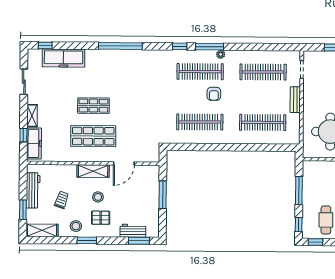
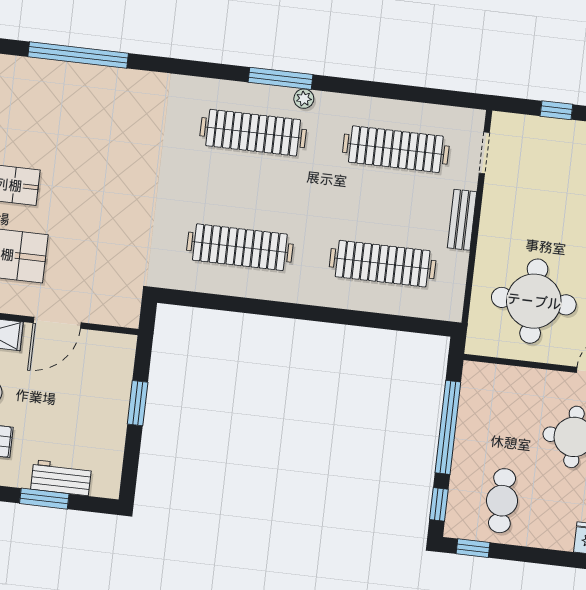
window: (180, 46) -> (213, 71), removed
armchair: (214, 94) -> (279, 187), removed
window: (299, 191) -> (448, 427), width x1.46
window: (163, 195) -> (138, 403), width x0.69
window: (139, 241) -> (44, 499), moved

